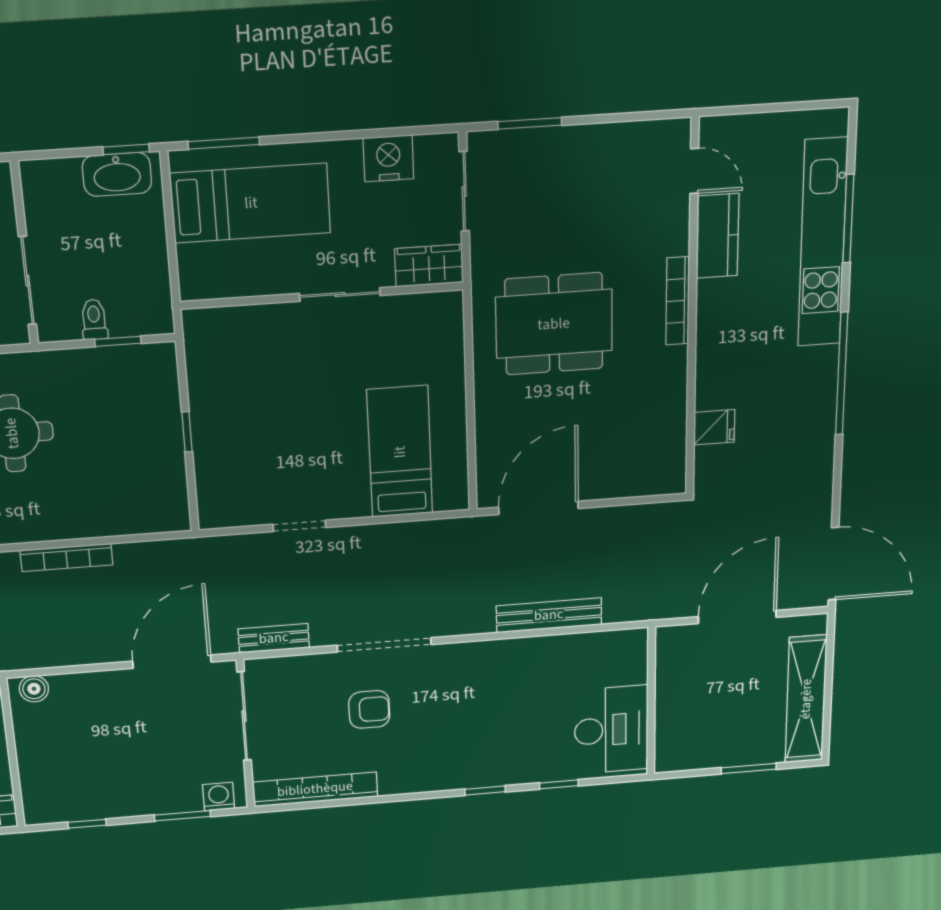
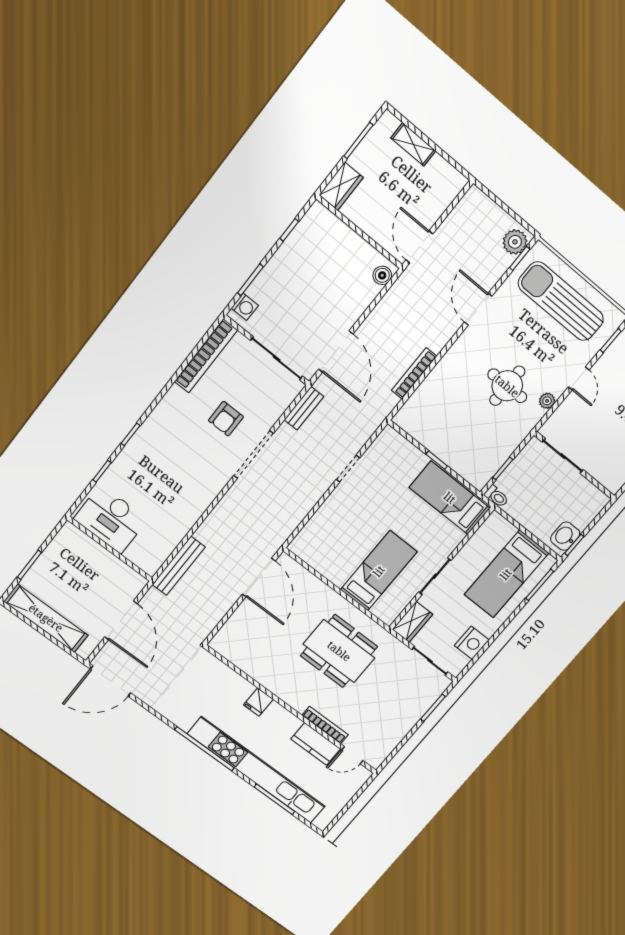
washbasin: (117, 174) -> (565, 536), width x0.72
kitchen unit: (823, 243) -> (257, 770), width x1.36
bookcase: (678, 301) -> (325, 725), moved
toilet: (94, 320) -> (496, 496), moved
dining table: (554, 324) -> (339, 651), turned 90
bed: (219, 372) -> (450, 498), added
fridge: (714, 427) -> (258, 702), moved
bed: (400, 452) -> (379, 571), moved, turned -90
bookcase: (66, 558) -> (414, 373), moved
bench: (549, 615) -> (179, 566), moved

